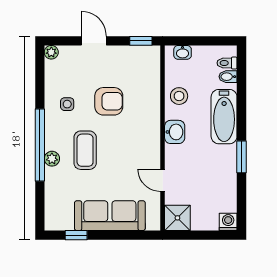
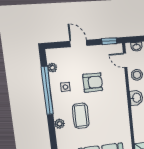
plant: (51, 52) -> (52, 68), moved
window: (40, 145) -> (47, 90), moved
door: (163, 180) -> (125, 60), moved

